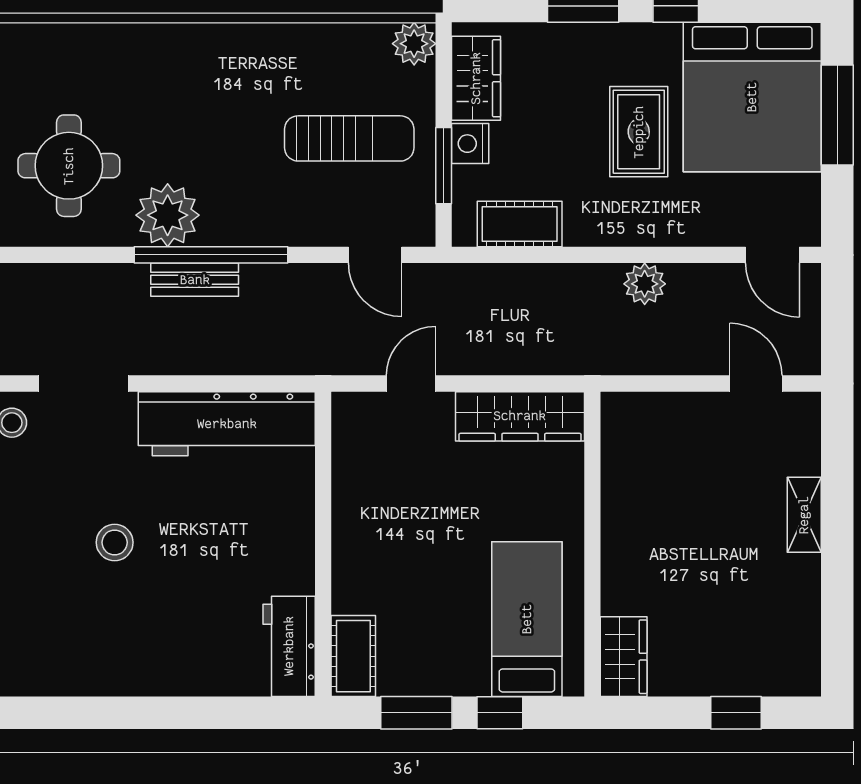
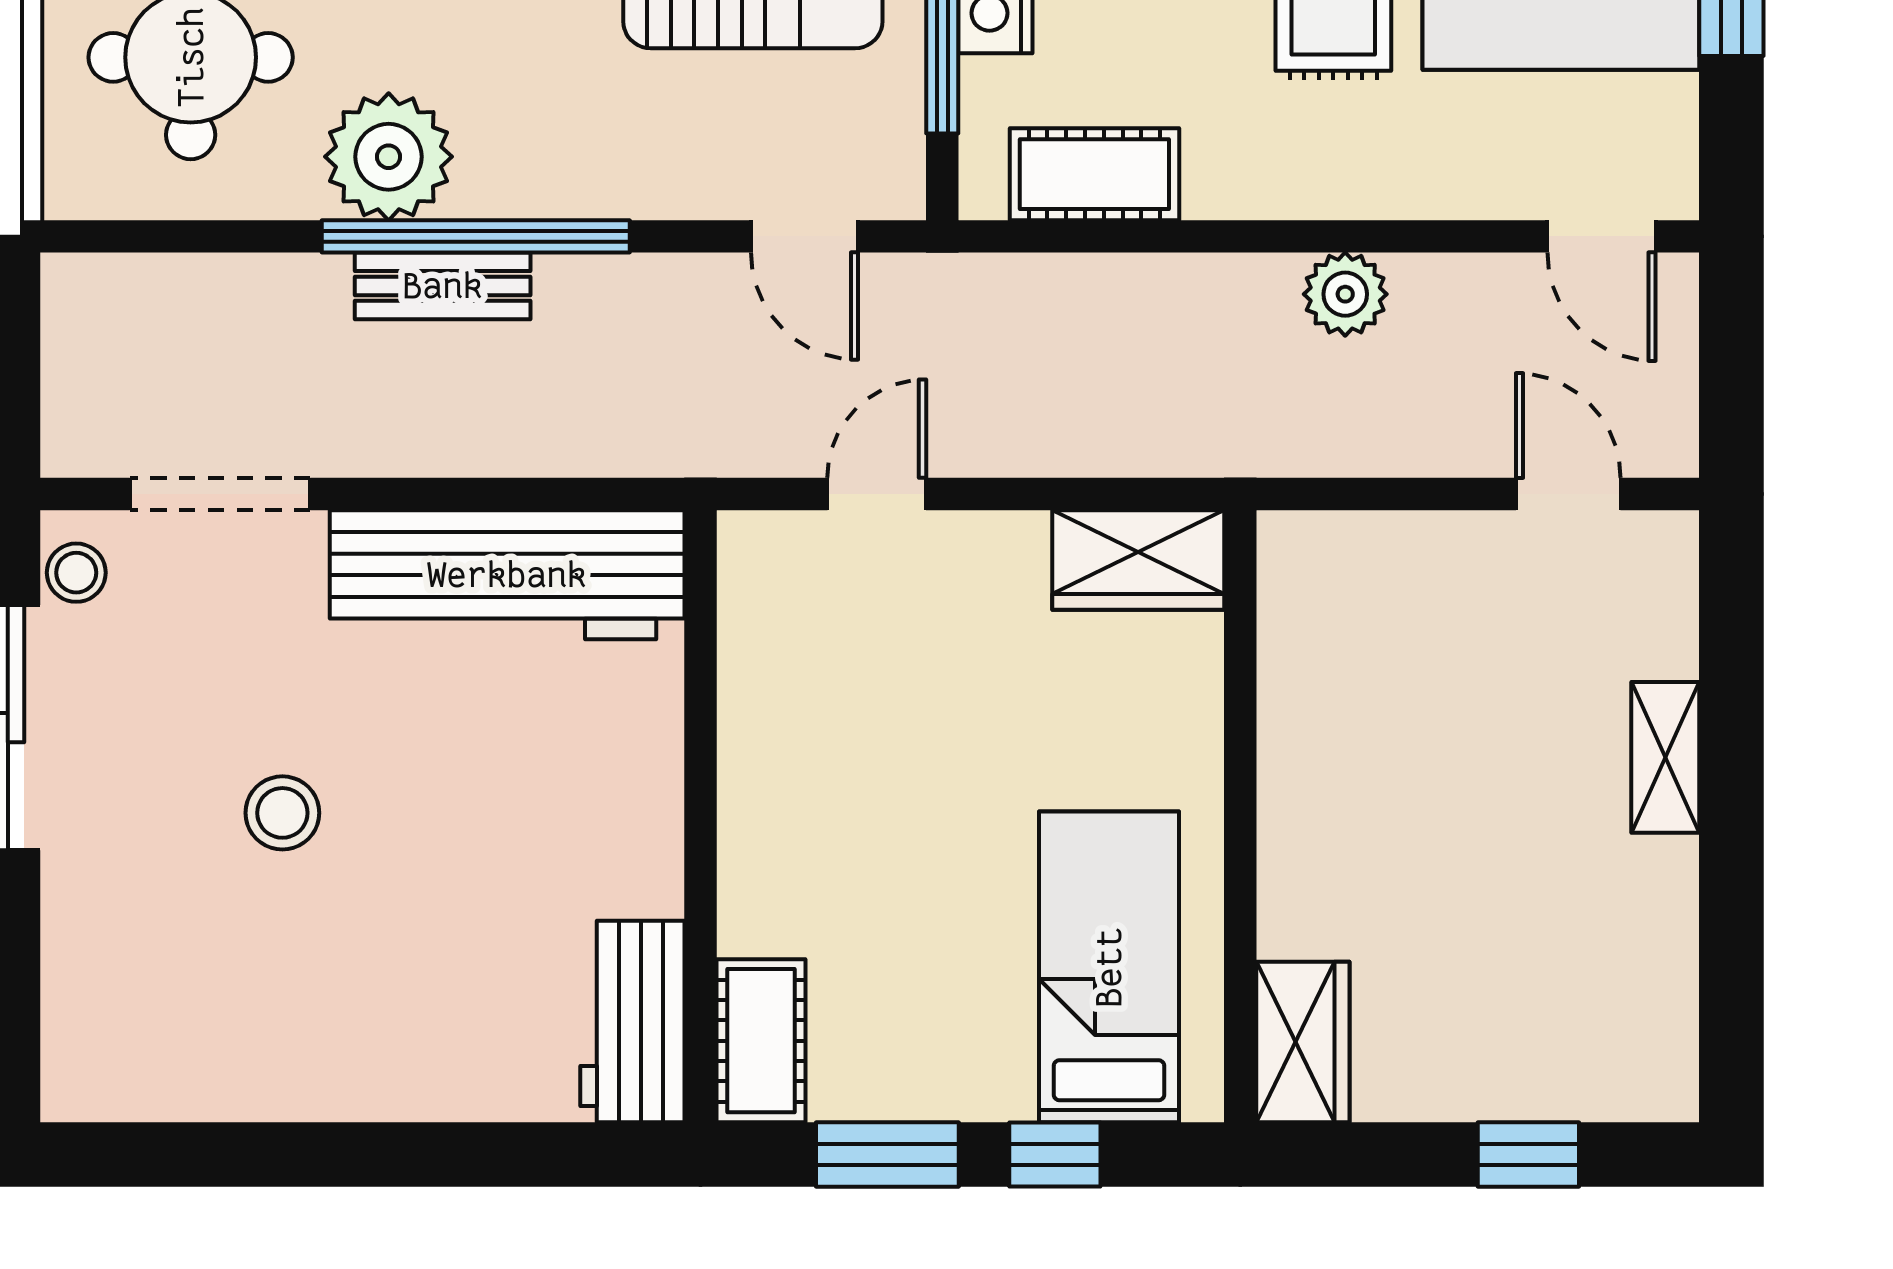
wardrobe: (520, 416) -> (1138, 560), width x0.67

